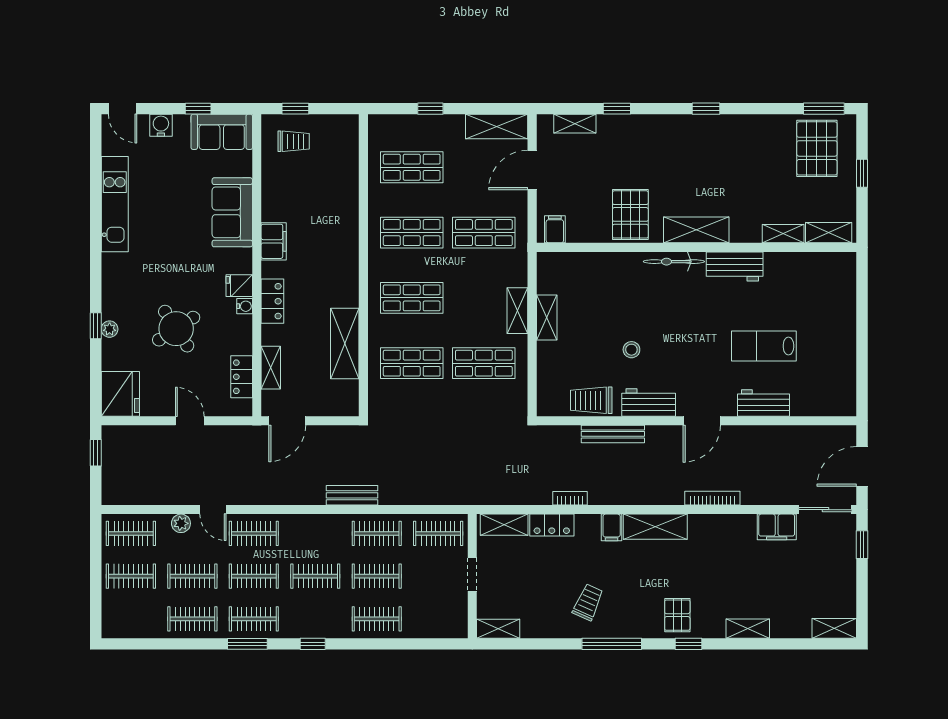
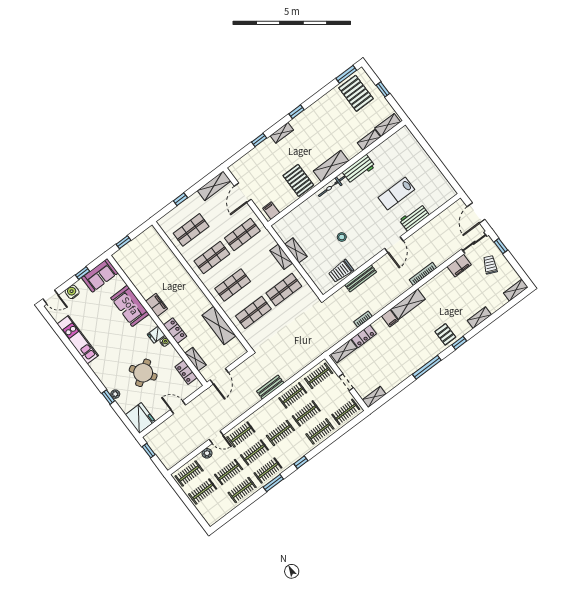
shelving: (575, 124) -> (282, 133), moved
trolley: (294, 141) -> (133, 256), removed
workbench: (649, 402) -> (366, 254), removed
trolley: (588, 602) -> (490, 265), moved
clothes rail: (438, 619) -> (346, 412), added

